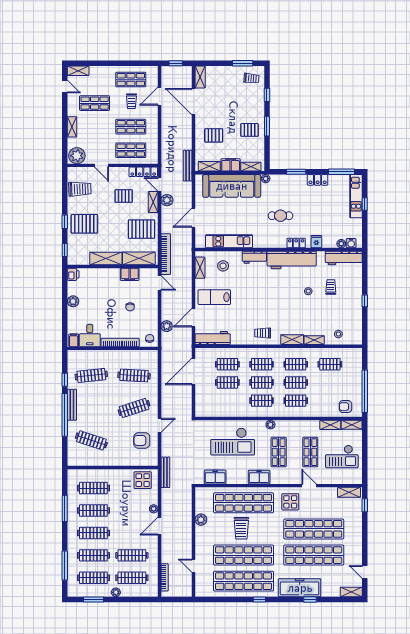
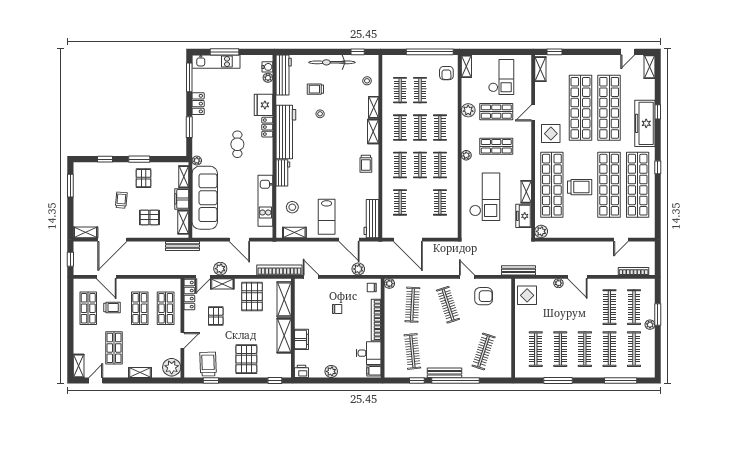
trolley: (251, 78) -> (121, 200), moved
pallet: (214, 135) -> (149, 217), turned 90
window: (365, 204) -> (224, 52), width x2.17
window: (65, 222) -> (211, 381), moved
fridge: (316, 242) -> (263, 105), width x1.88, depth x1.34
filing cabinet: (130, 274) -> (302, 339), moved
door: (159, 283) -> (311, 277), hinge flipped
window: (365, 301) -> (358, 52), moved
bicycle: (355, 302) -> (332, 62), added
plant: (153, 354) -> (389, 284), added
clothes rail: (227, 382) -> (440, 202), moved
clothes rail: (330, 382) -> (420, 90), added
shelving: (330, 425) -> (526, 192), moved
plant: (311, 426) -> (468, 110), added
armchair: (142, 440) -> (484, 296), turned -90
freezer: (259, 477) -> (524, 168), removed
plant: (201, 520) -> (541, 231), moved
window: (94, 599) -> (658, 314), moved

